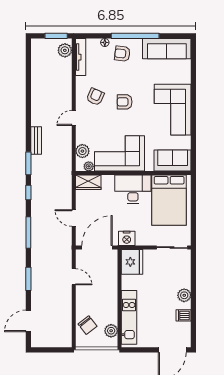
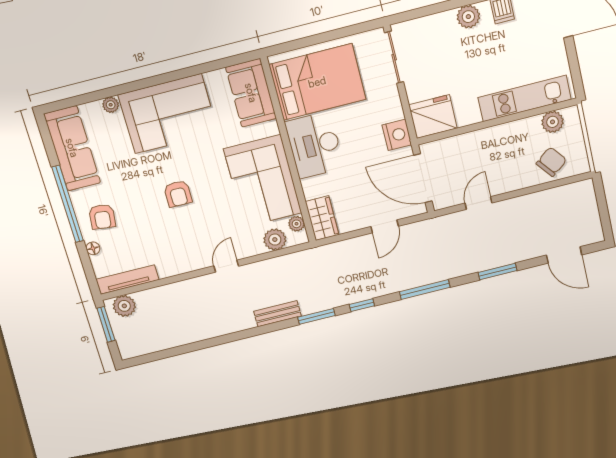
plant: (186, 78) -> (111, 105), added
armchair: (95, 97) -> (183, 241), removed
door: (74, 118) -> (226, 266), swing flipped

